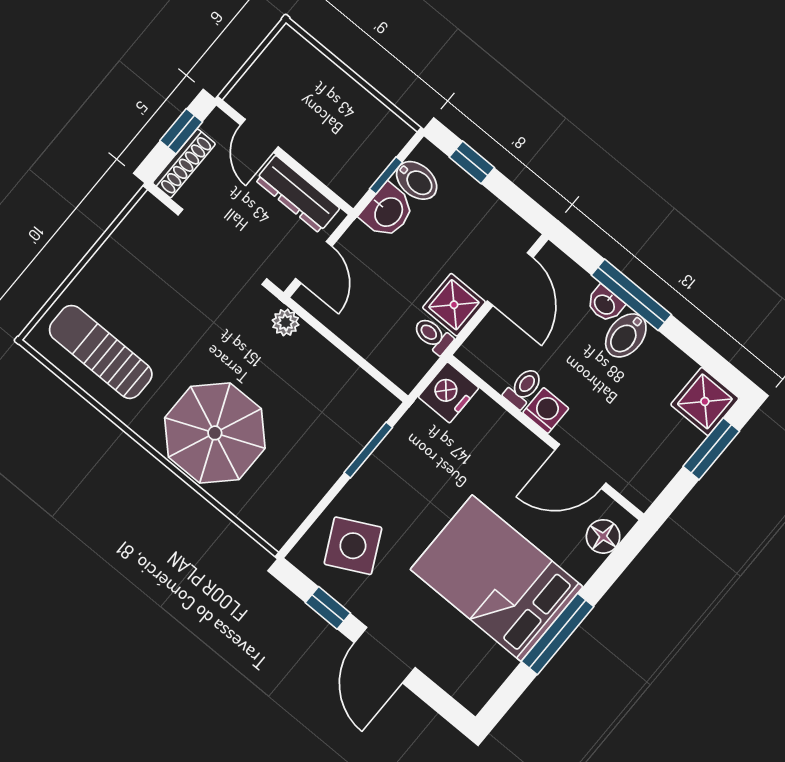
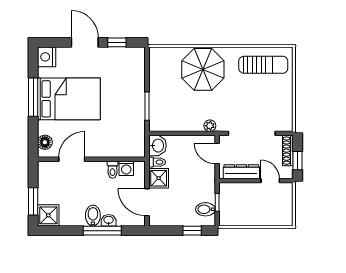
washbasin: (388, 211) -> (158, 146), moved, turned 180
nightstand: (449, 392) -> (47, 57), moved, turned 180
washing machine: (546, 411) -> (126, 168), moved
side table: (353, 546) -> (126, 70), removed

